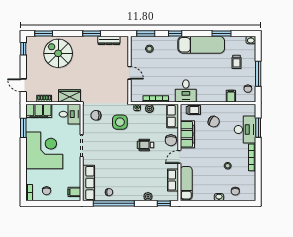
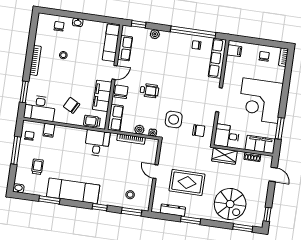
rug: (100, 67) -> (187, 182), added
desk: (245, 130) -> (40, 108), moved, turned -90

